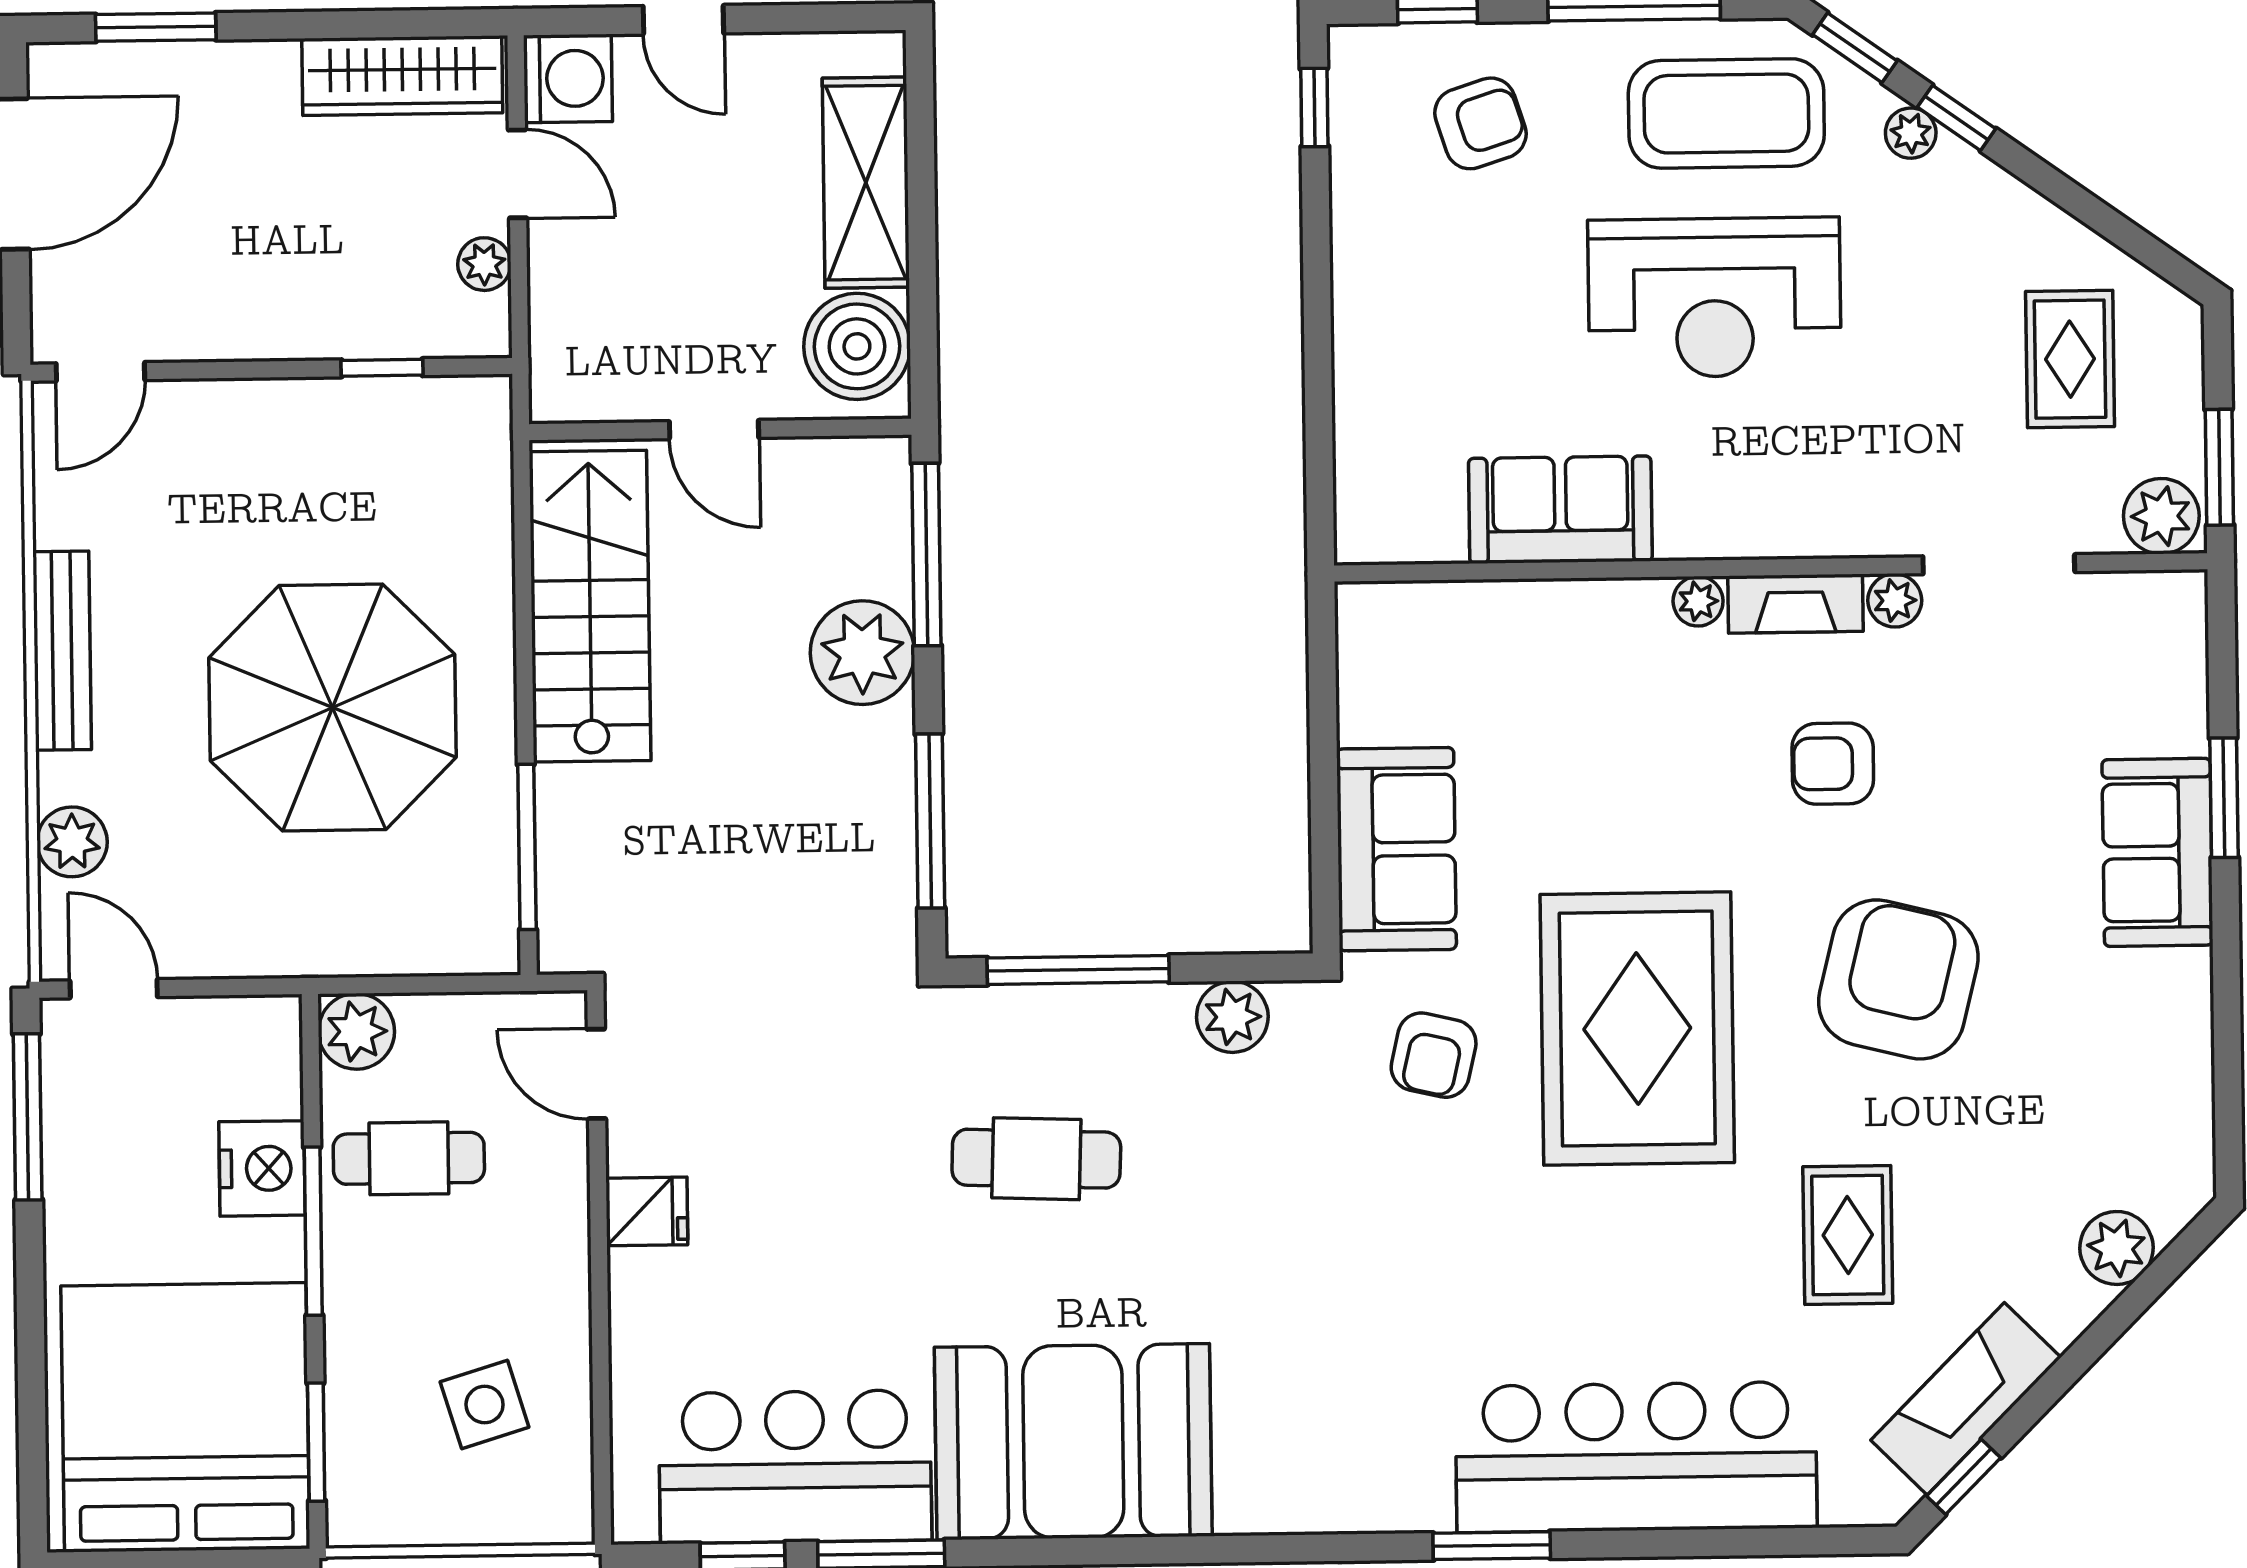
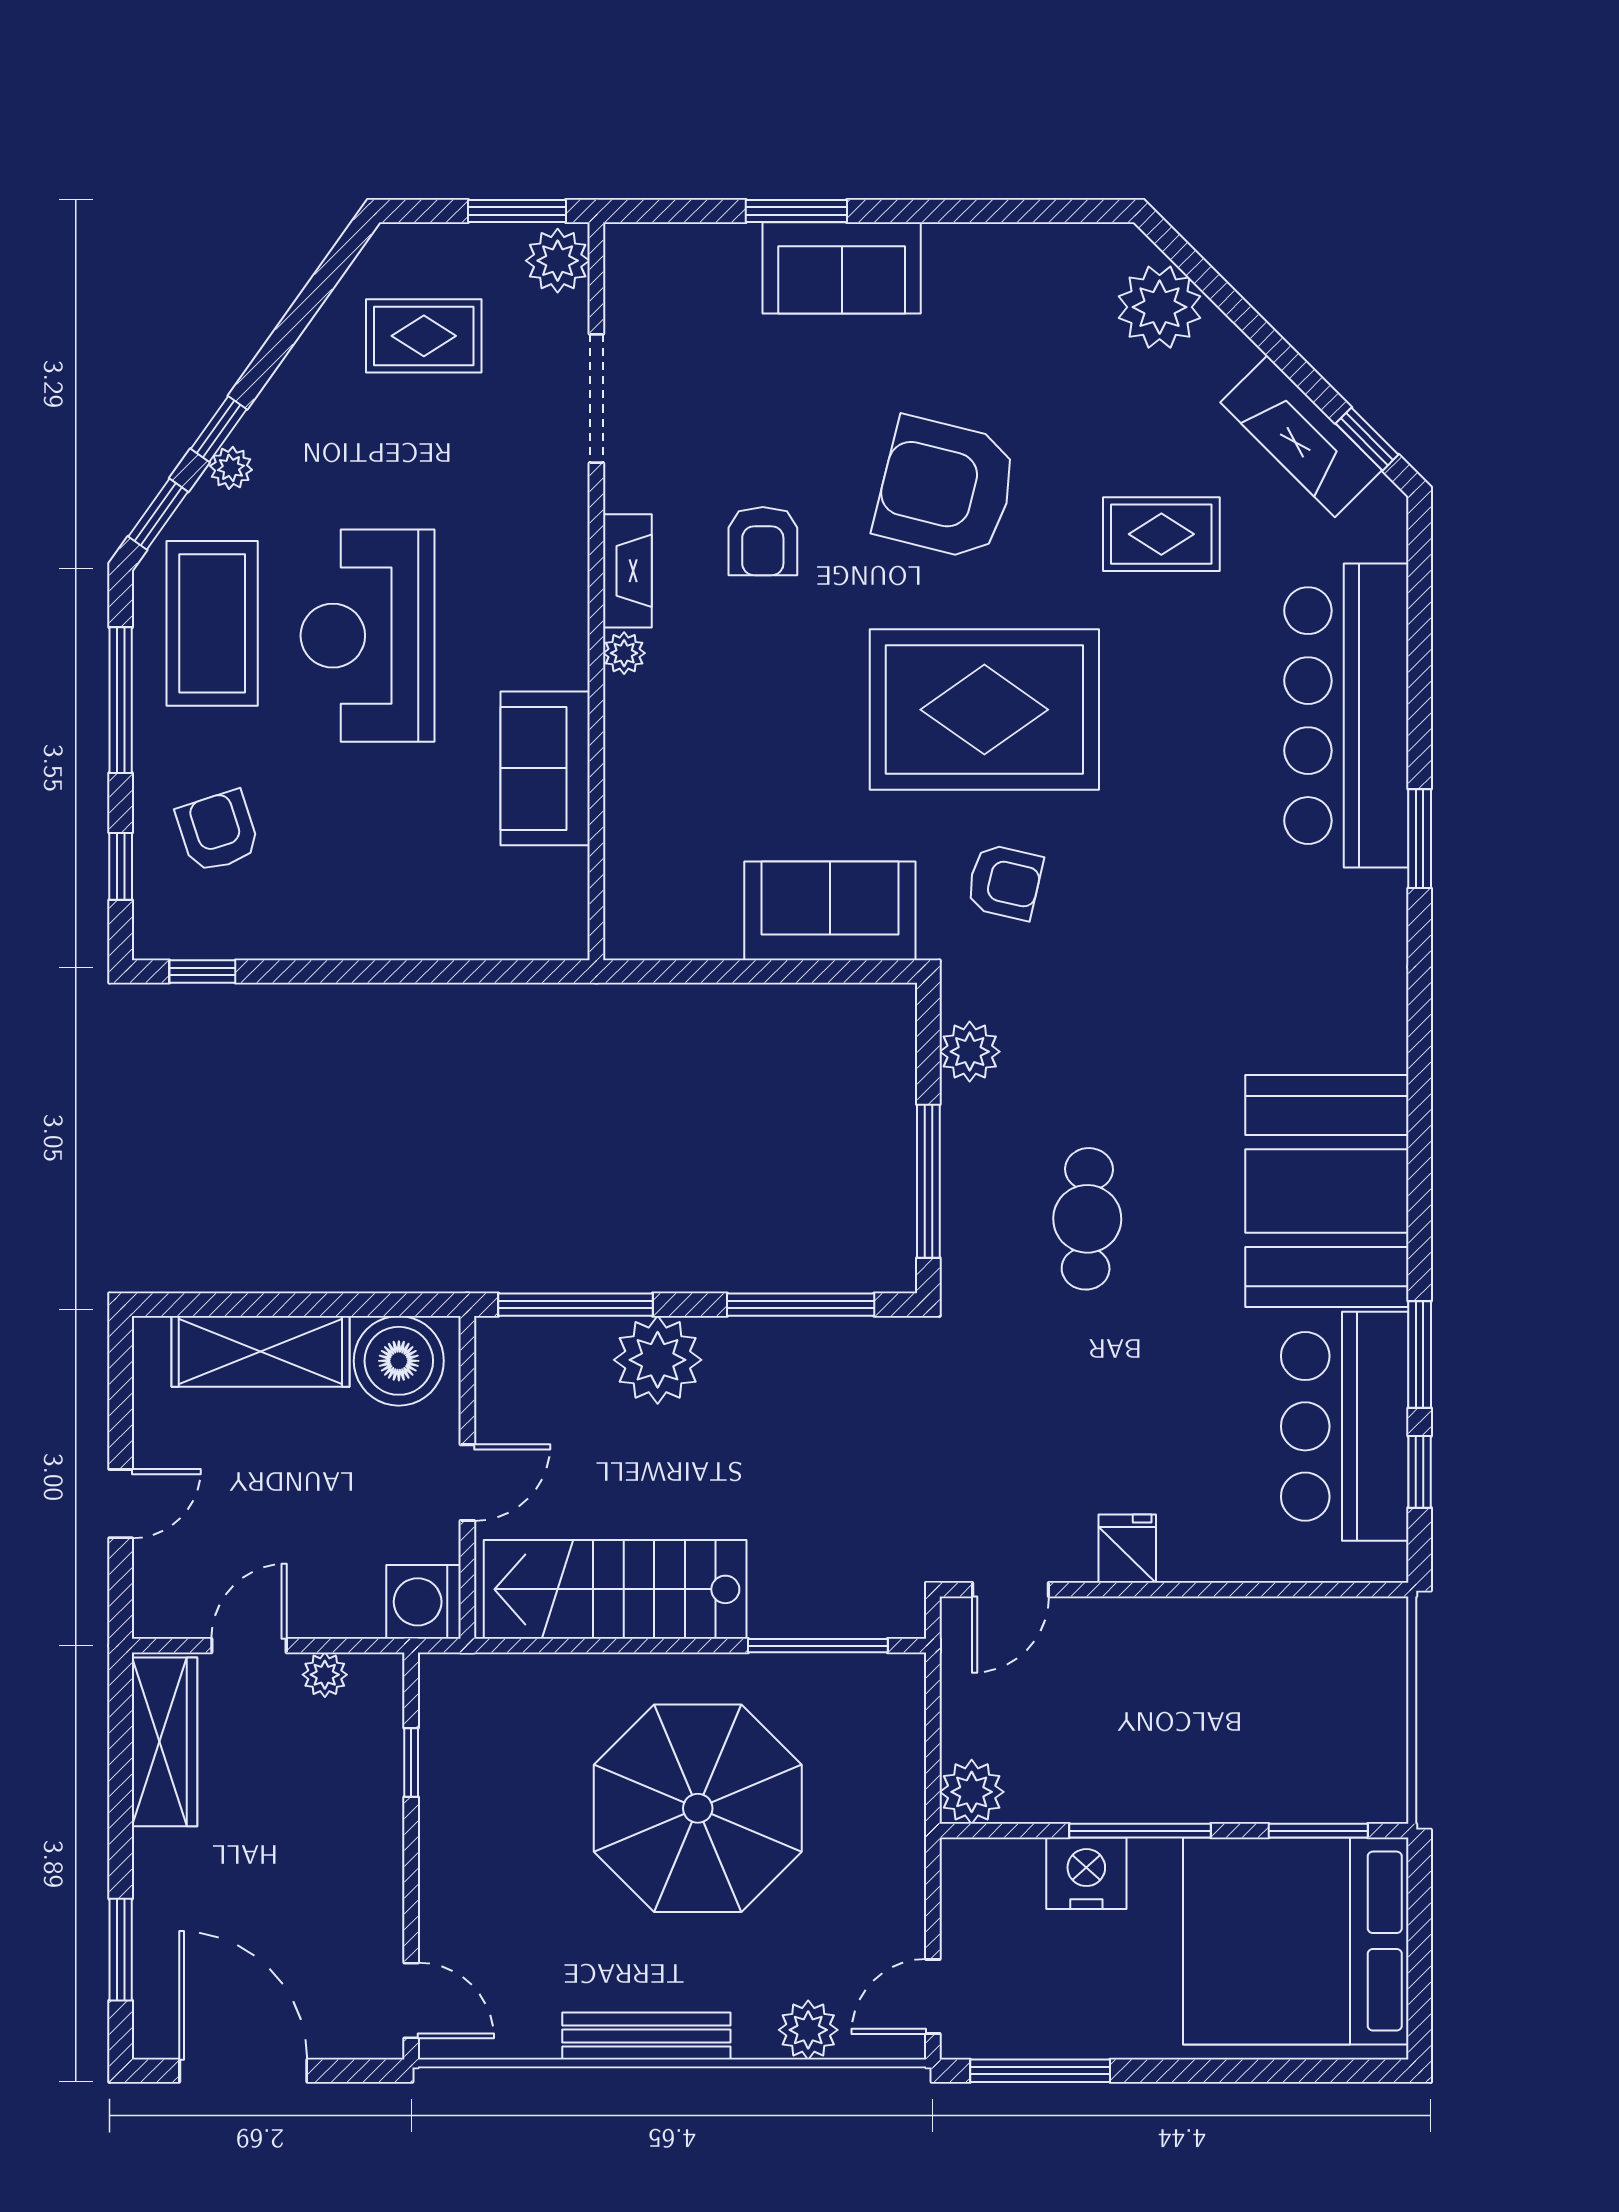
washing machine: (568, 78) -> (424, 1602), moved, turned -90
reception desk: (1714, 298) -> (368, 636), turned 180
plant: (1895, 600) -> (626, 487), removed
cafe table: (409, 1158) -> (1080, 1749), removed
plant: (2116, 1248) -> (1160, 307), width x1.36, depth x1.36
side table: (485, 1405) -> (1289, 1688), removed

